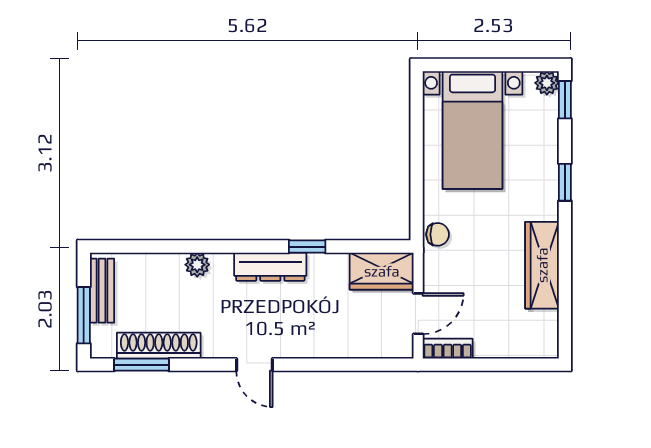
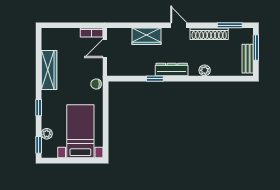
plant: (547, 83) -> (47, 134), moved
wardrobe: (382, 271) -> (146, 36), moved, turned 180
shoe rack: (159, 346) -> (209, 34), moved

